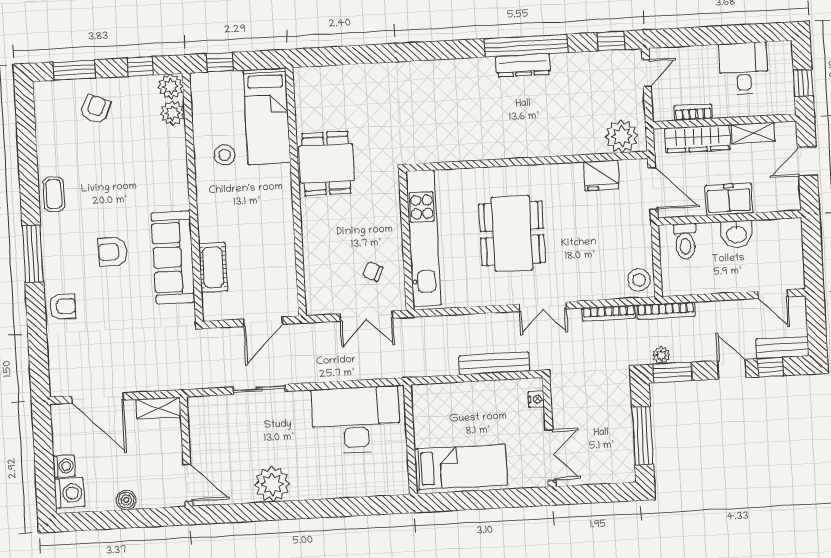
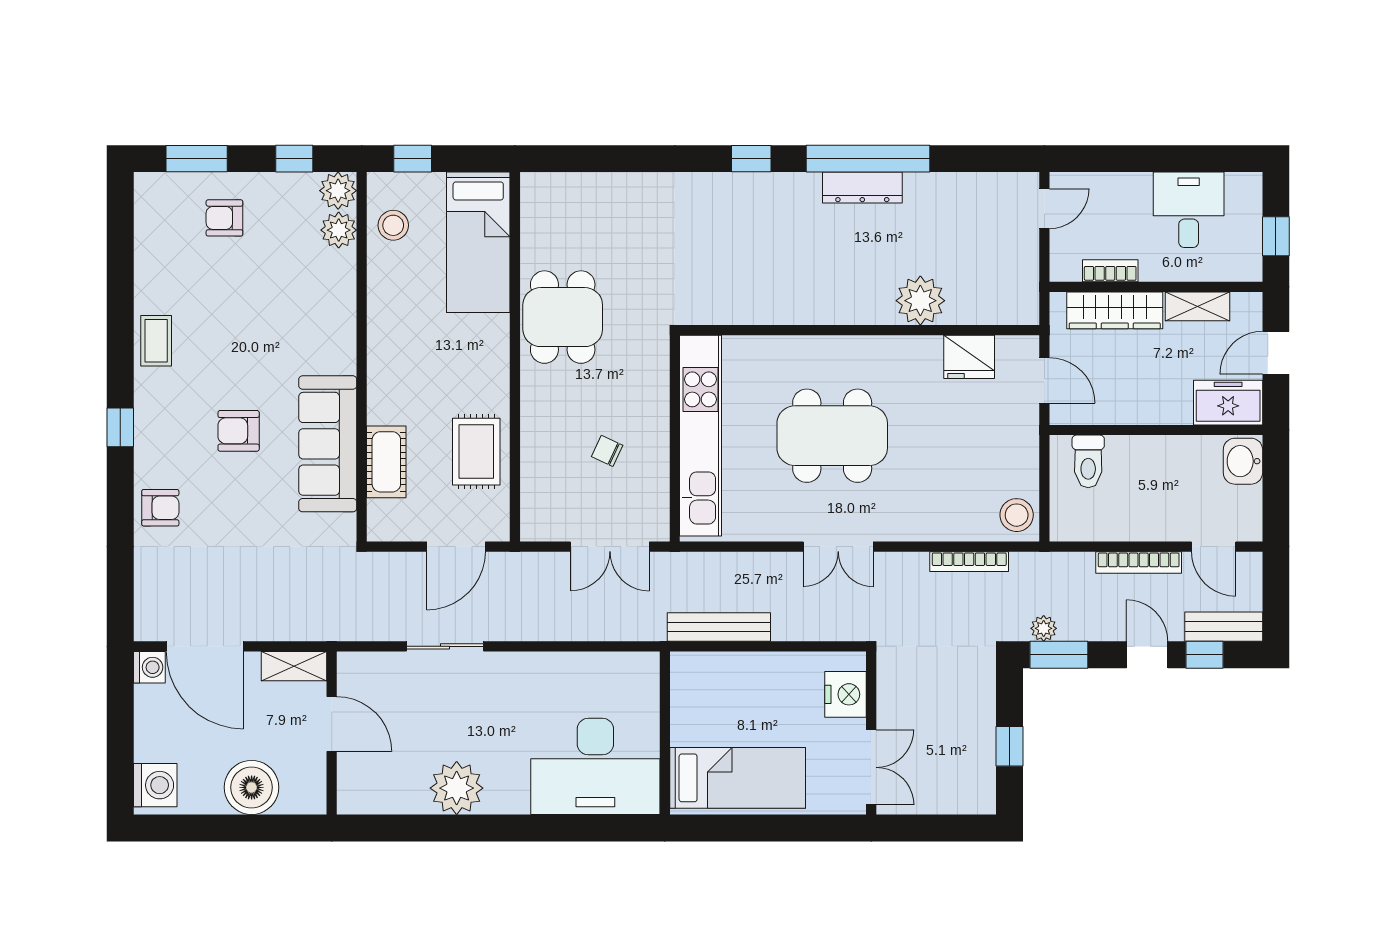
window: (611, 41) -> (751, 159), moved
armchair: (95, 109) -> (224, 218), turned -114
plant: (622, 136) -> (920, 301), moved
stool: (225, 155) -> (393, 225), moved
door: (653, 188) -> (1044, 380), width x0.73
freezer: (729, 199) -> (1228, 403), moved
dining table: (512, 233) -> (832, 436), turned 90
washbasin: (736, 234) -> (1243, 461), moved, turned 90
window: (33, 254) -> (120, 427), width x0.46
rug: (273, 257) -> (476, 452), added
chair: (373, 272) -> (607, 451), moved
double door: (543, 307) -> (838, 547), moved
bookcase: (666, 311) -> (1139, 563), moved
bench: (494, 363) -> (719, 627), moved
nightstand: (536, 399) -> (846, 694), width x1.89, depth x1.79
desk: (356, 420) -> (595, 766), moved, turned 180
window: (643, 436) -> (1009, 746), width x0.46
washing machine: (64, 466) -> (149, 667), moved
door: (188, 483) -> (332, 724), moved
boiler: (126, 500) -> (252, 787), width x1.86, depth x1.86

